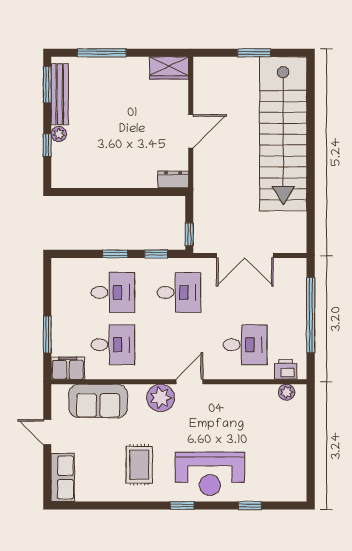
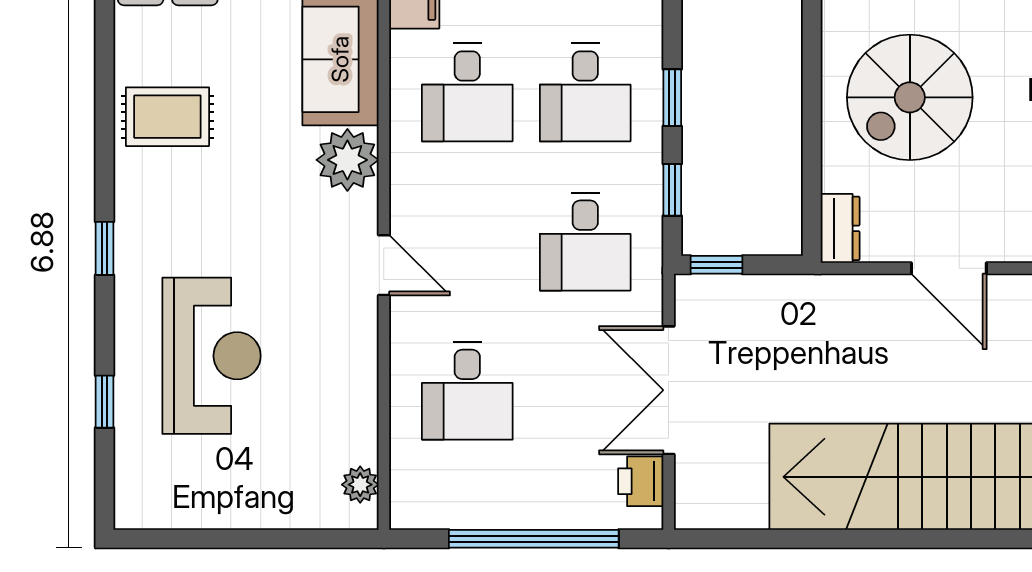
spiral stairs: (115, 149) -> (910, 97), added
printer: (286, 369) -> (641, 481), moved, turned 180
plant: (161, 398) -> (347, 160), moved
rug: (139, 465) -> (167, 117), moved
reception desk: (210, 474) -> (212, 356), moved, turned 180

